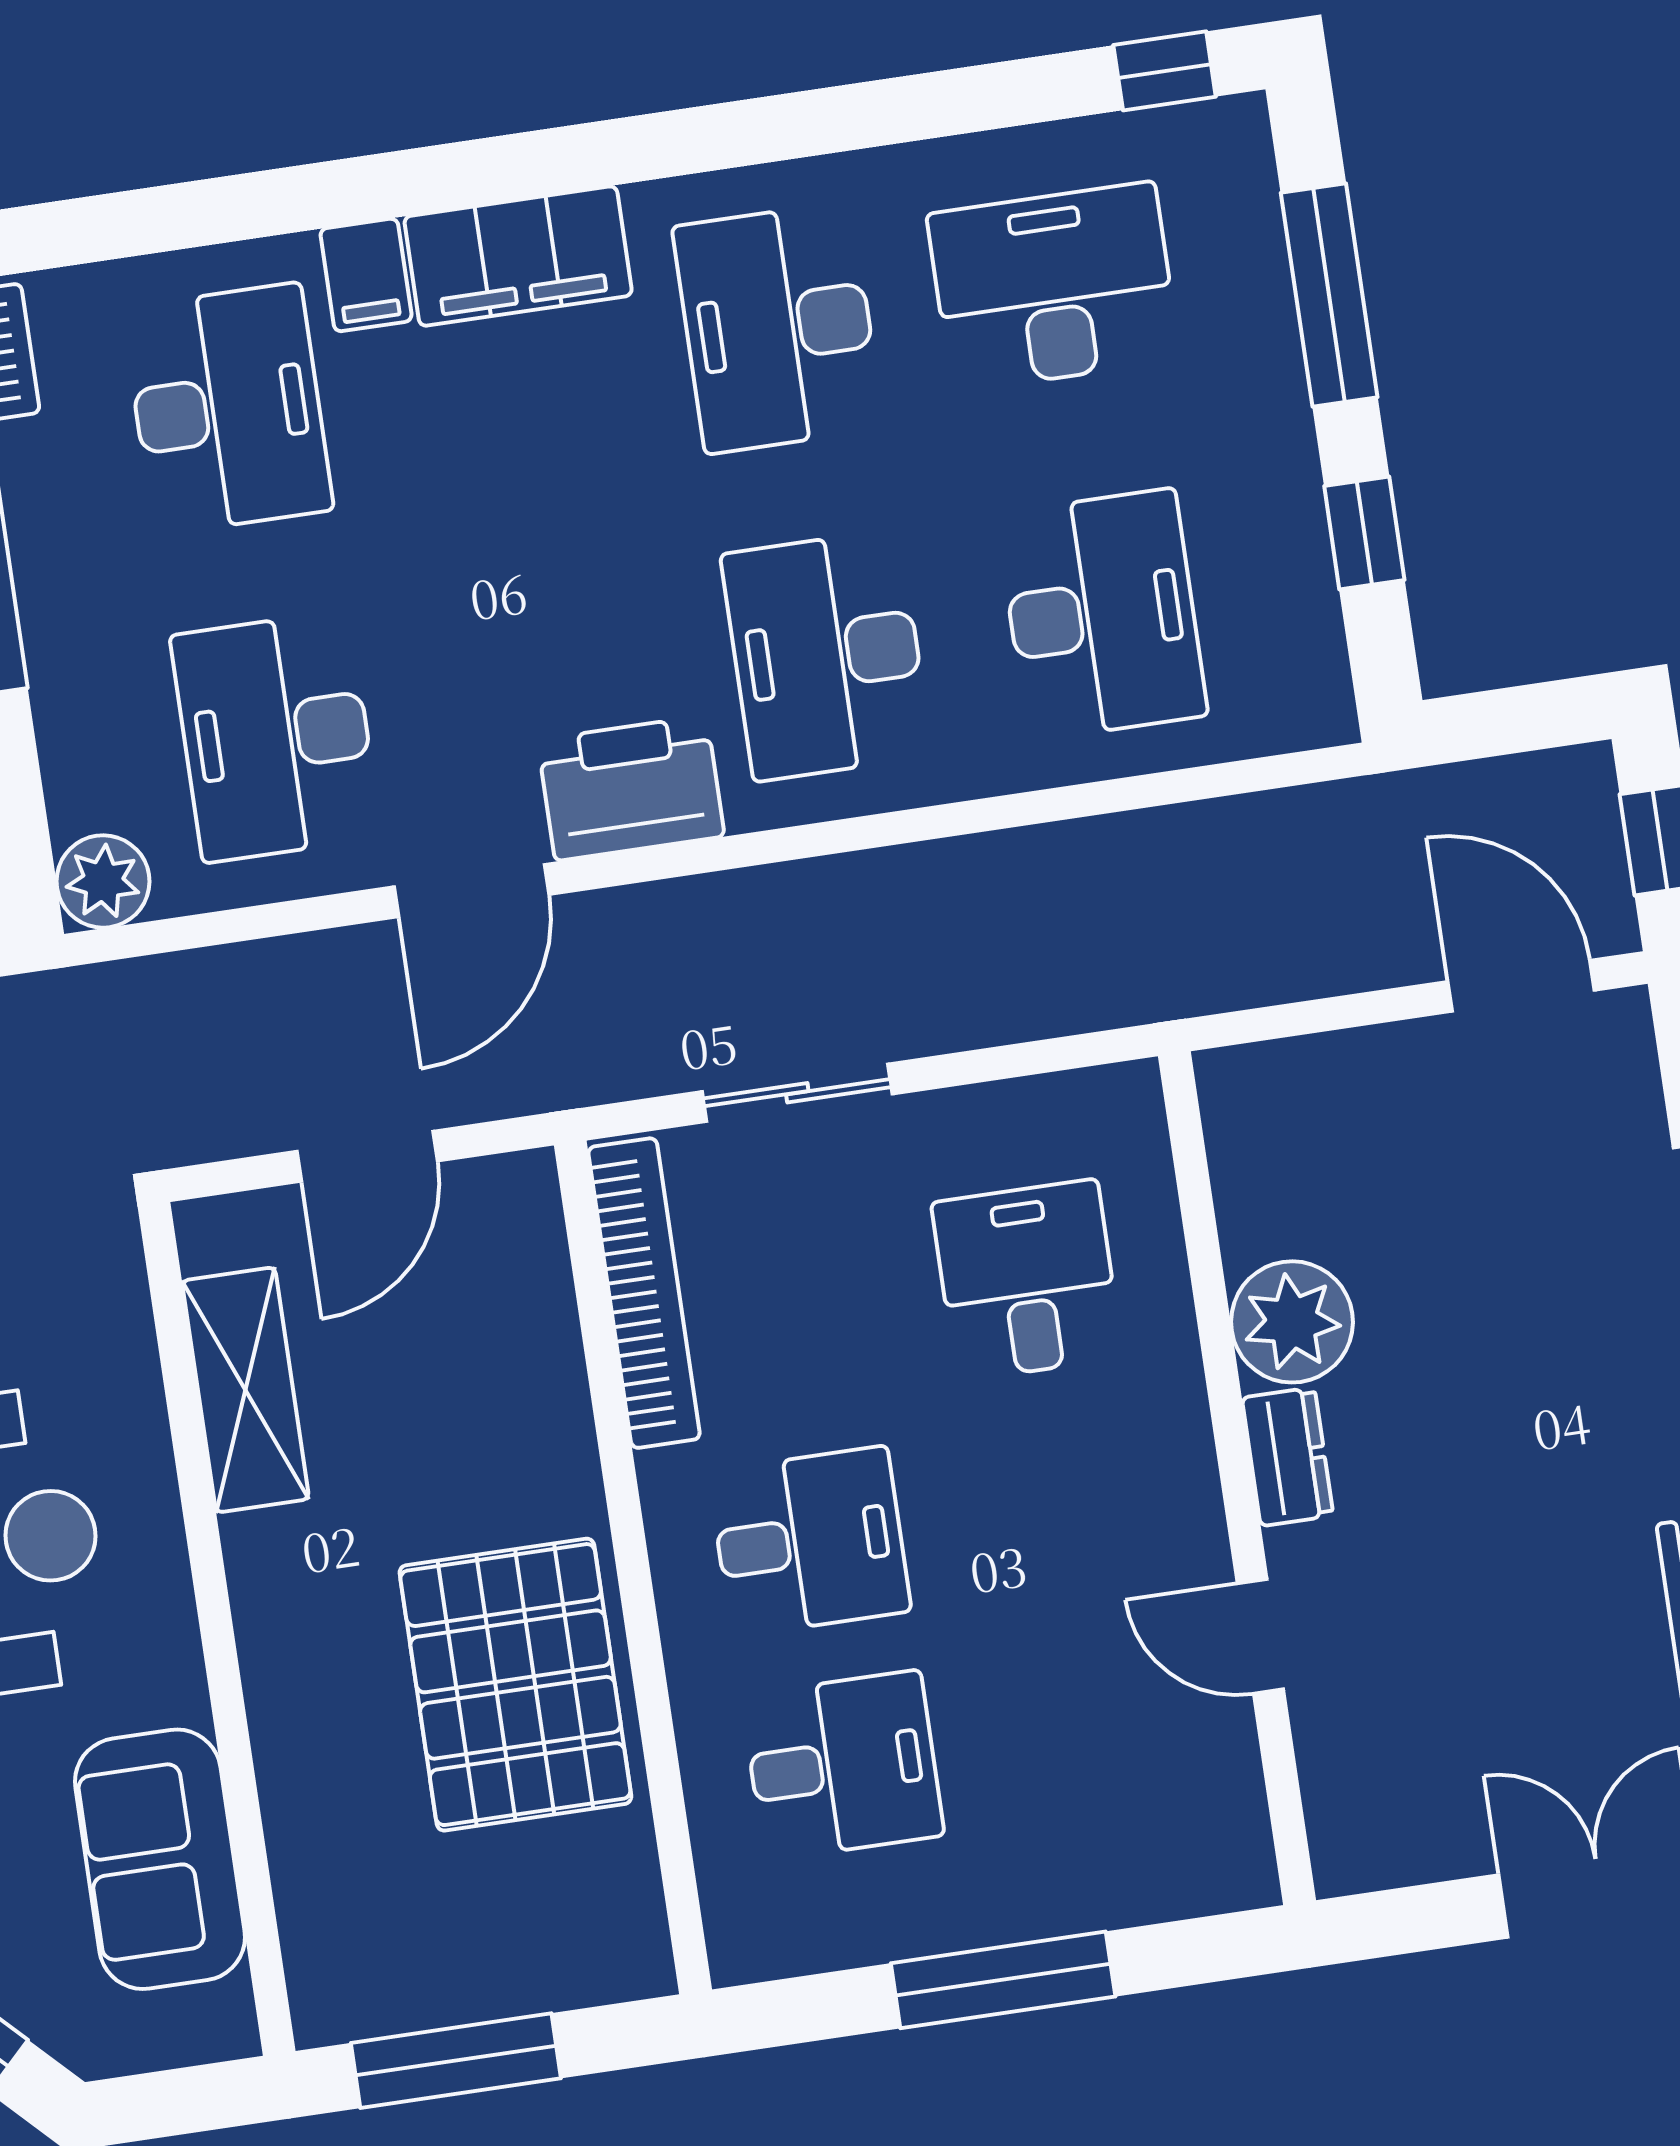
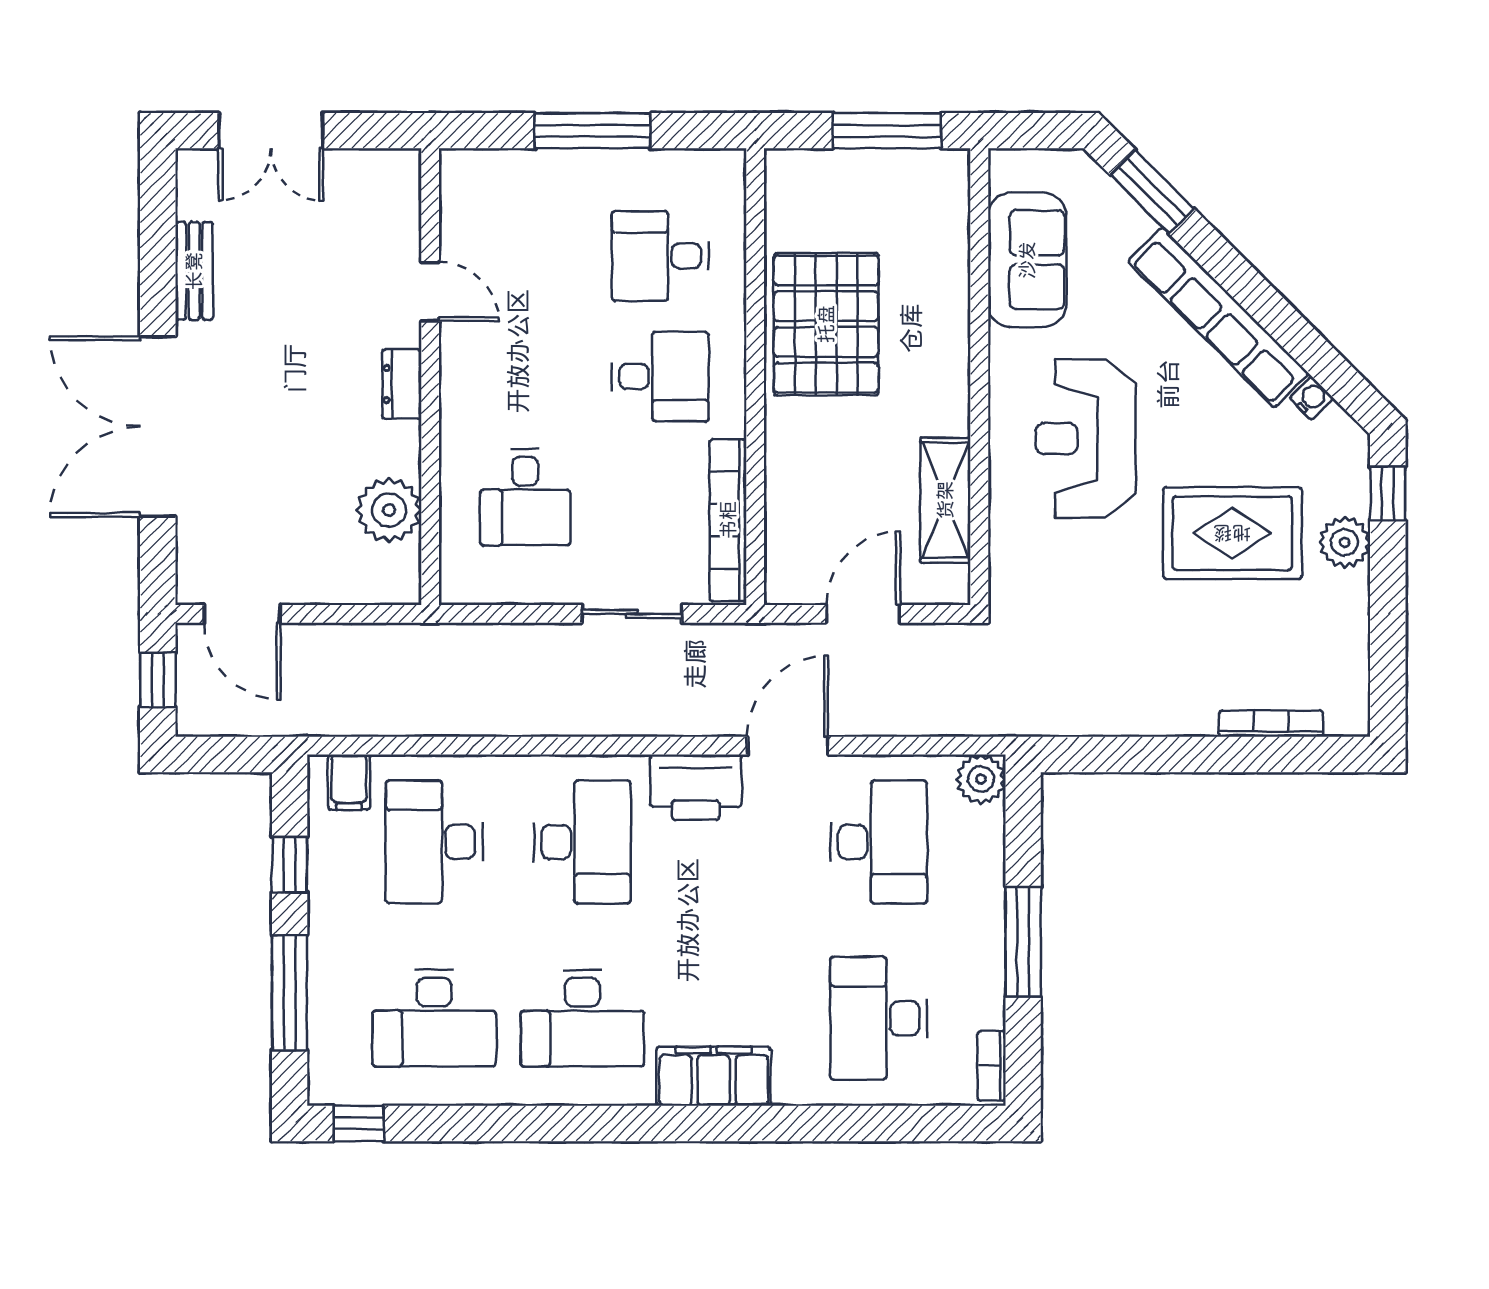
filing cabinet: (366, 275) -> (349, 782), moved, turned 180
desk: (778, 328) -> (582, 1018), turned 90
plant: (1292, 1322) -> (389, 510), moved
desk: (810, 1541) -> (660, 377), turned 180

